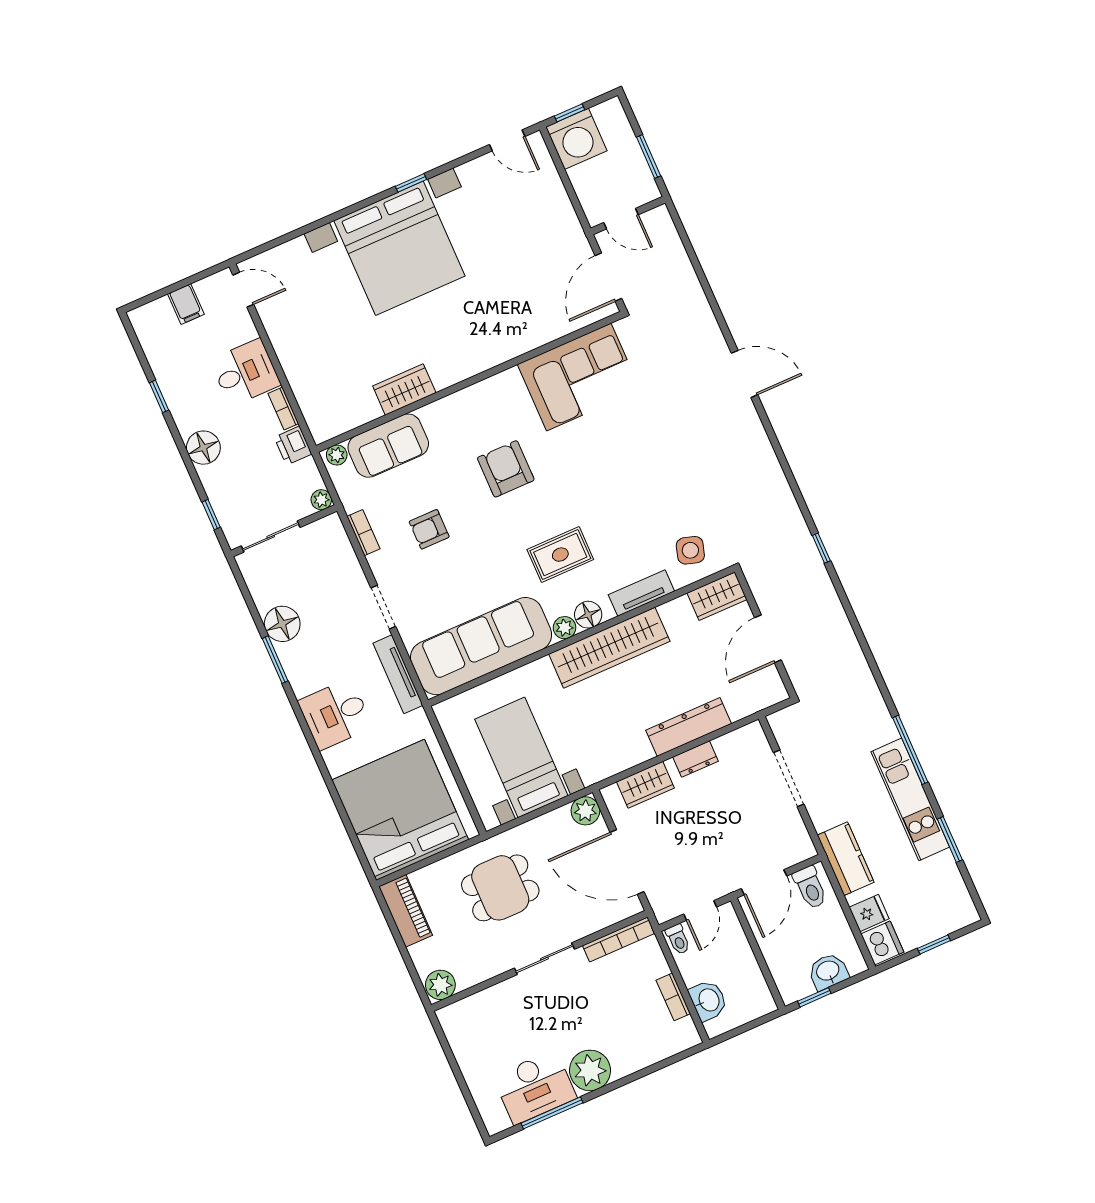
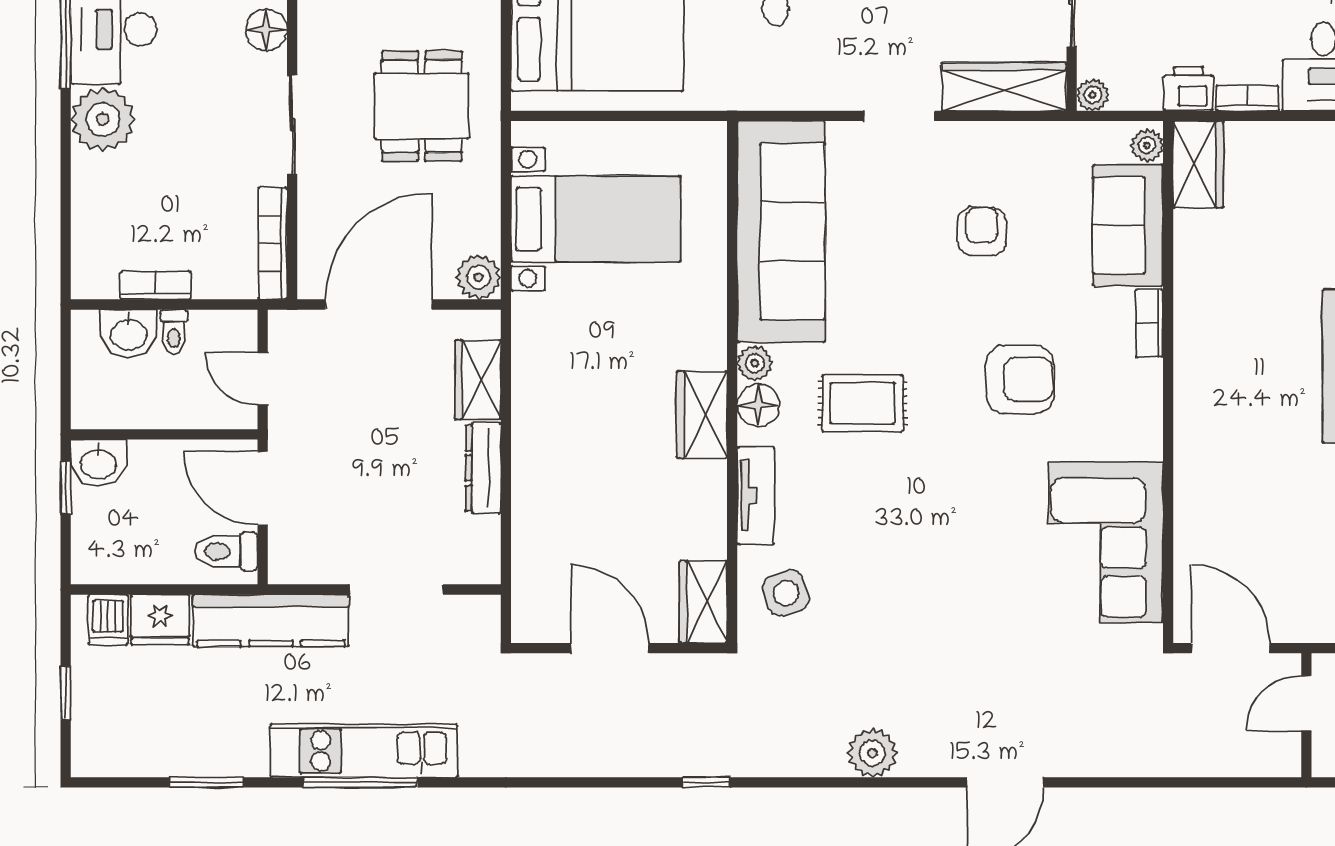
wardrobe: (404, 389) -> (1198, 164), moved
plant: (761, 459) -> (872, 753), added
bookcase: (363, 533) -> (1149, 323), moved, turned 90
side table: (690, 550) -> (786, 593), turned -37
wardrobe: (339, 553) -> (1004, 87), added
rug: (560, 555) -> (862, 403), turned 90
wardrobe: (609, 648) -> (702, 415), width x0.48, depth x0.85
tv unit: (398, 674) -> (793, 94), removed
dresser: (689, 727) -> (534, 478), removed
dresser: (696, 759) -> (483, 468), width x1.44
kitchen unit: (910, 799) -> (364, 751), moved
kitchen counter: (846, 859) -> (271, 621), width x1.50
fridge: (869, 913) -> (160, 620), width x1.38
toilet: (678, 939) -> (174, 332), moved, turned -90
dishwasher: (882, 943) -> (108, 620), width x0.73
washbasin: (828, 971) -> (98, 463), moved, turned 90
floor lamp: (496, 998) -> (266, 30), added

